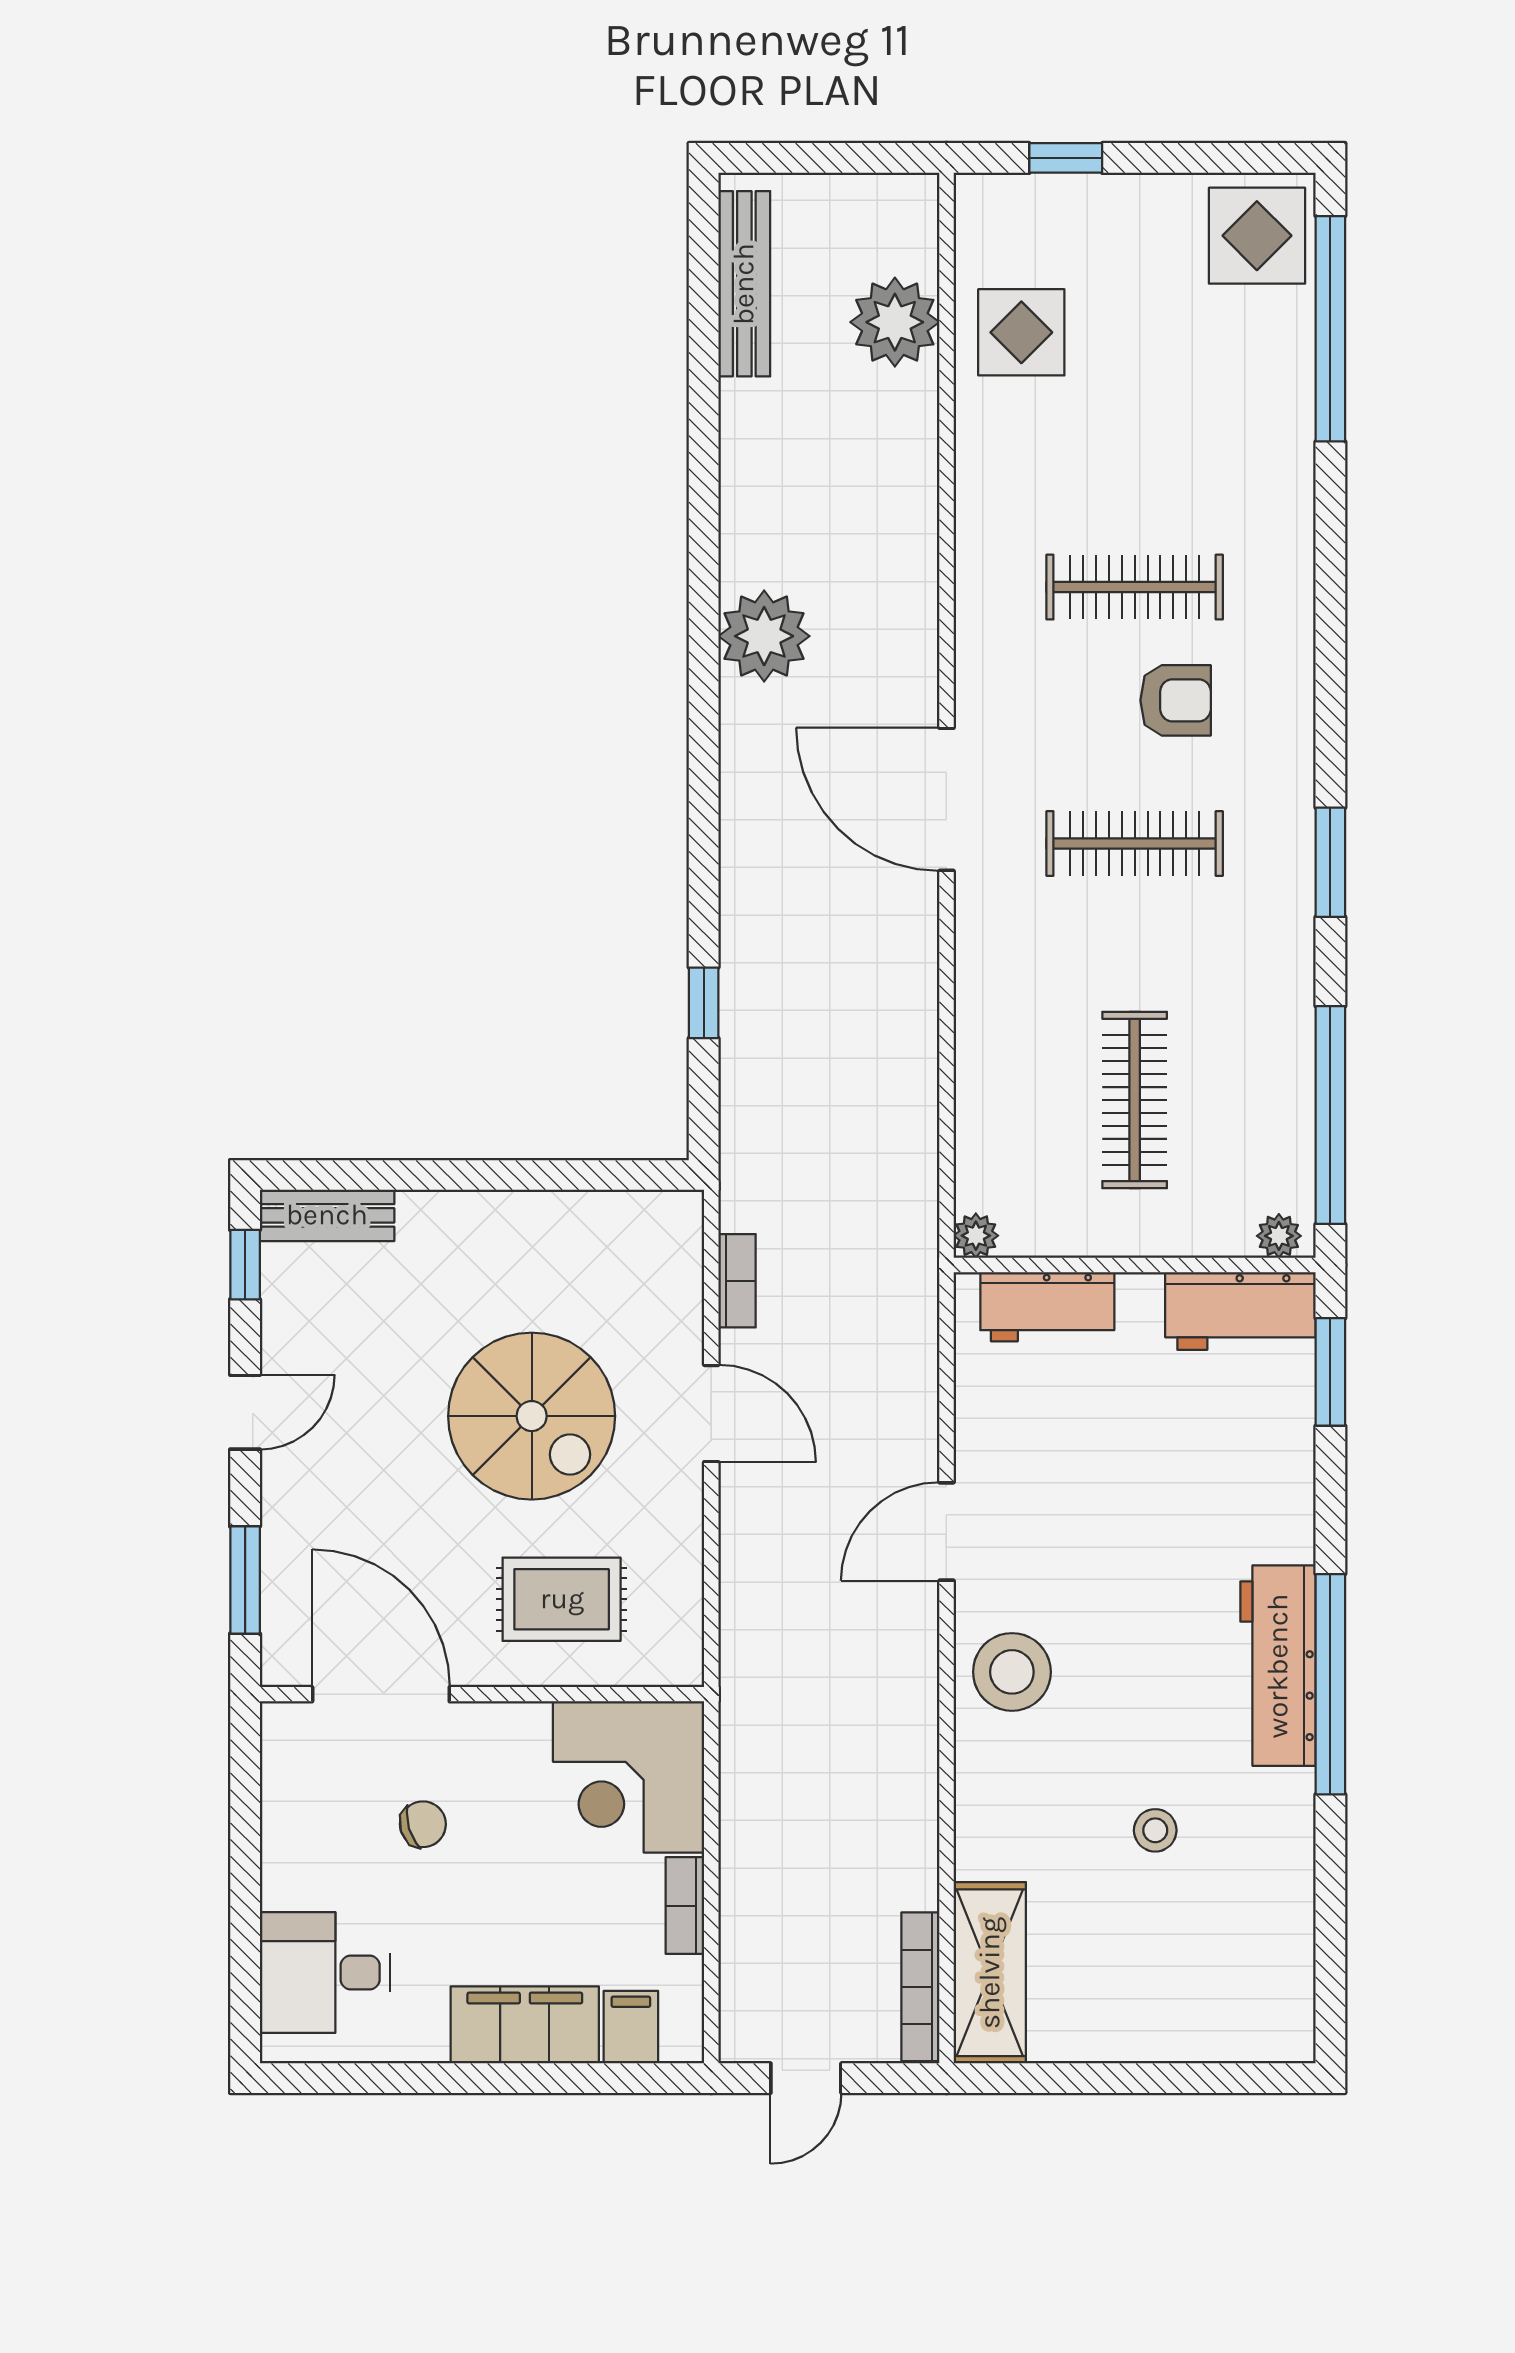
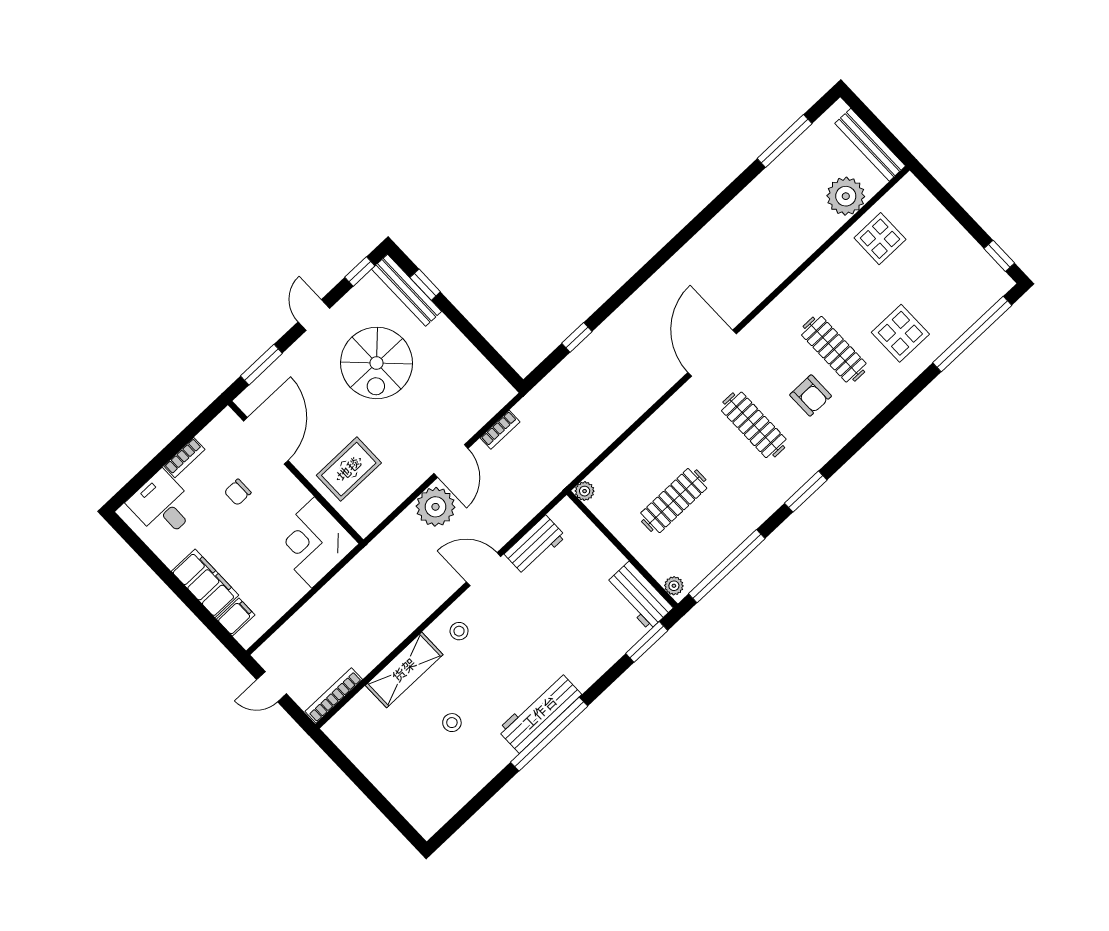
window: (1066, 158) -> (999, 256), moved
display table: (1257, 236) -> (900, 333), moved
bench: (744, 284) -> (870, 145), moved, turned 90
window: (704, 337) -> (785, 141), added
plant: (764, 636) -> (436, 507), moved
window: (372, 1175) -> (425, 285), added
bench: (327, 1215) -> (407, 290), width x1.36
workbench: (1047, 1307) -> (535, 545), moved, turned -90
door: (245, 1412) -> (314, 315), swing flipped
spiral stairs: (532, 1416) -> (377, 363), moved
rug: (562, 1599) -> (349, 469), turned 90
stool: (1012, 1672) -> (459, 631), width x0.53, depth x0.53
chair: (423, 1824) -> (238, 492), turned 107
bookcase: (685, 1906) -> (184, 458), moved, turned 180
shelving: (990, 1973) -> (404, 670), moved

